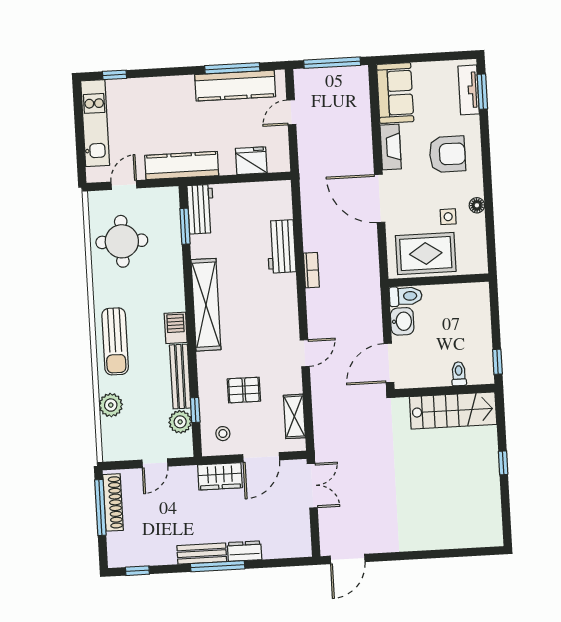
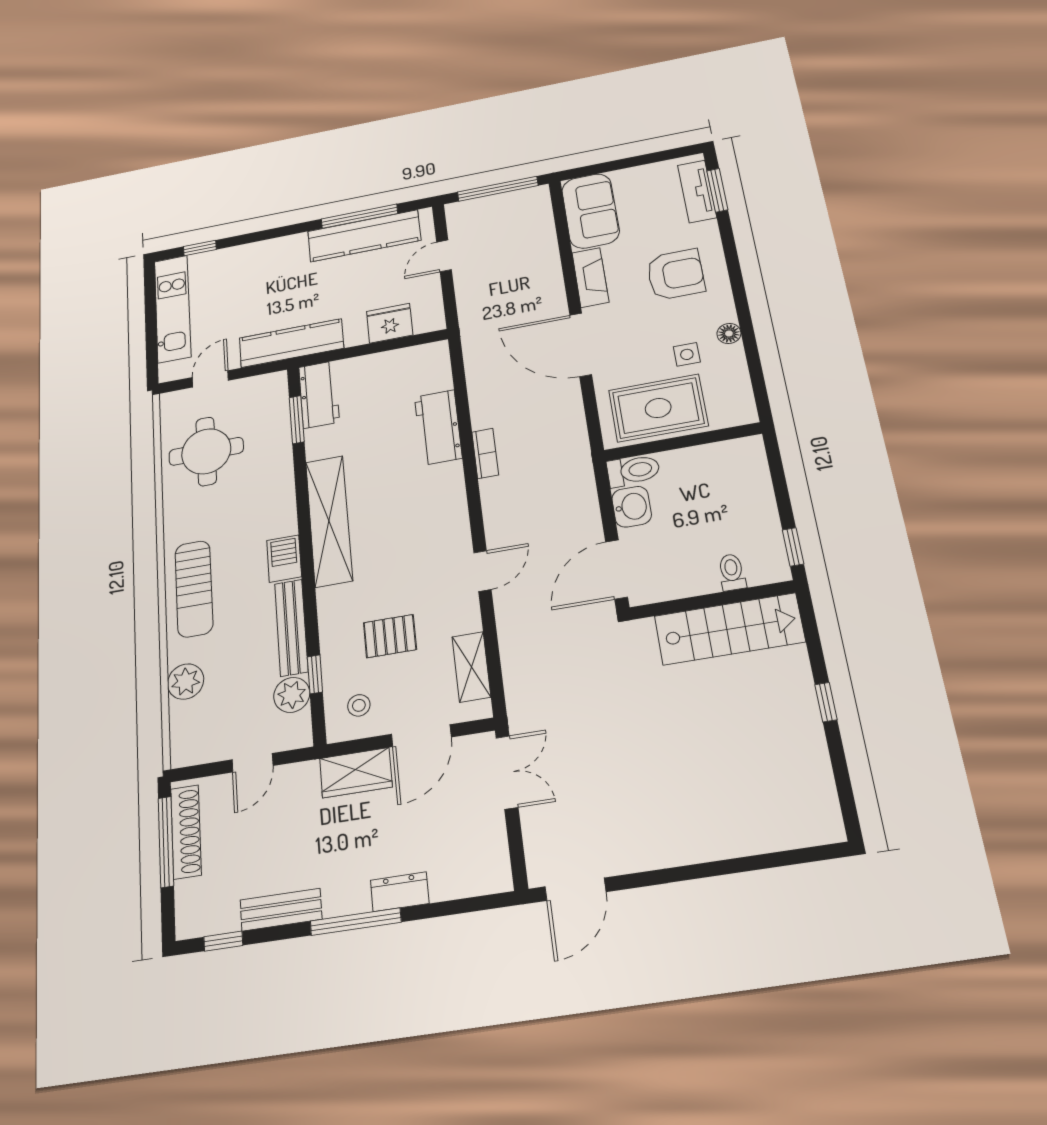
bench: (202, 554) -> (281, 910), moved

